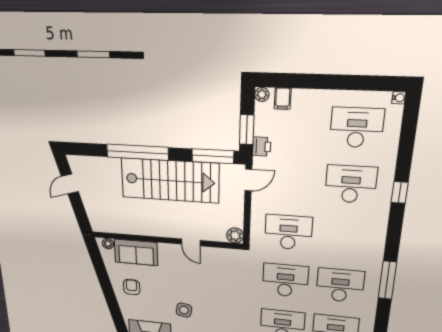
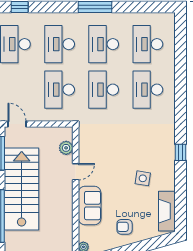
plant: (235, 235) -> (66, 148), moved
desk: (345, 237) -> (60, 44), added
sofa: (136, 252) -> (90, 206), moved

